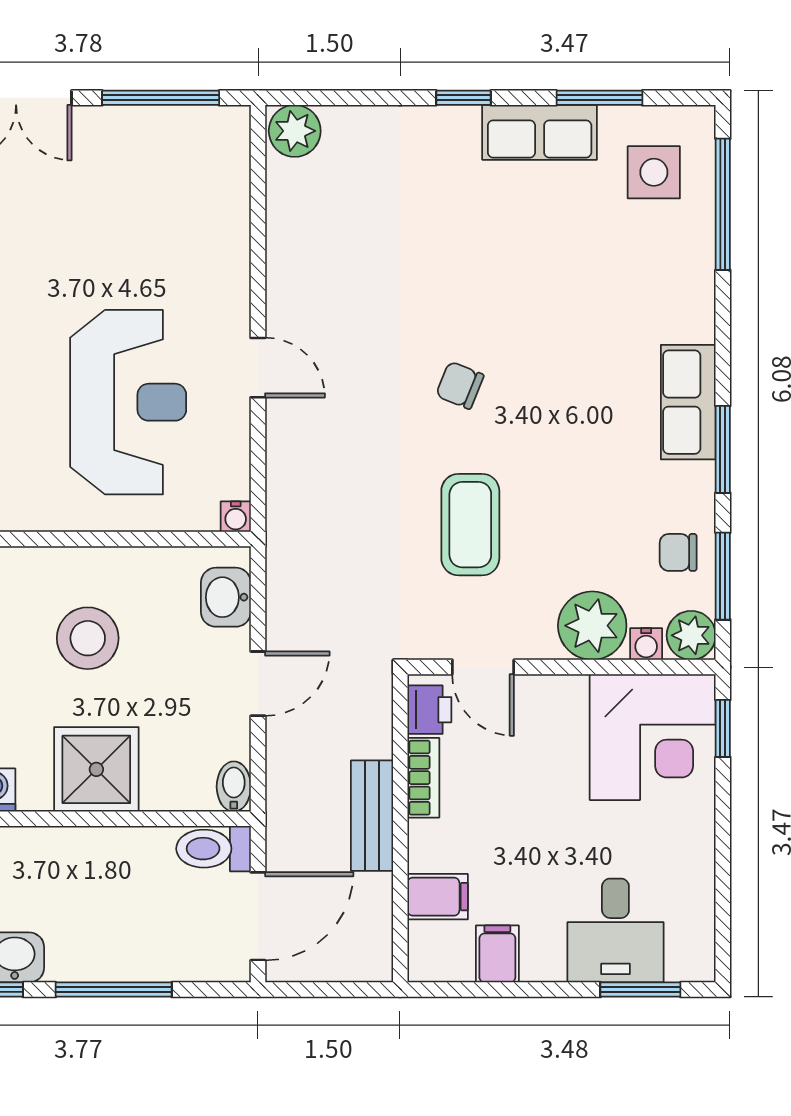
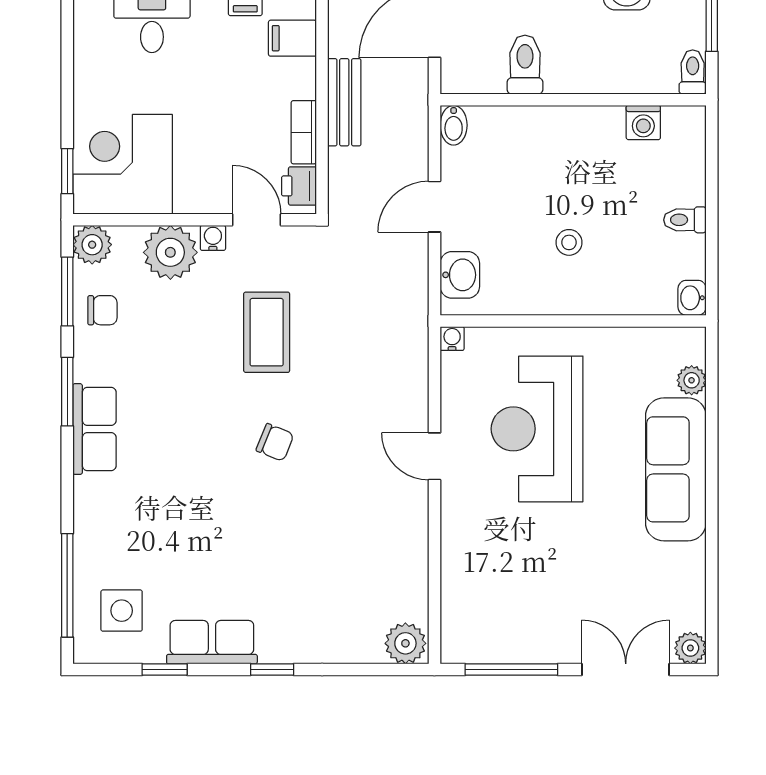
window: (599, 98) -> (165, 669), width x0.67
stool: (88, 638) -> (569, 242), width x0.53, depth x0.53
water cooler: (646, 644) -> (213, 238), moved
shower: (96, 769) -> (562, 139), removed
toilet: (214, 849) -> (525, 65), moved, turned -90

